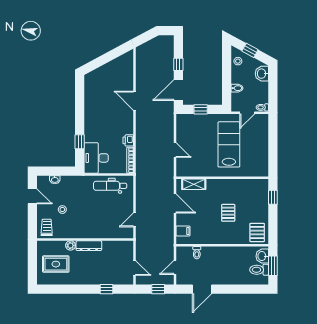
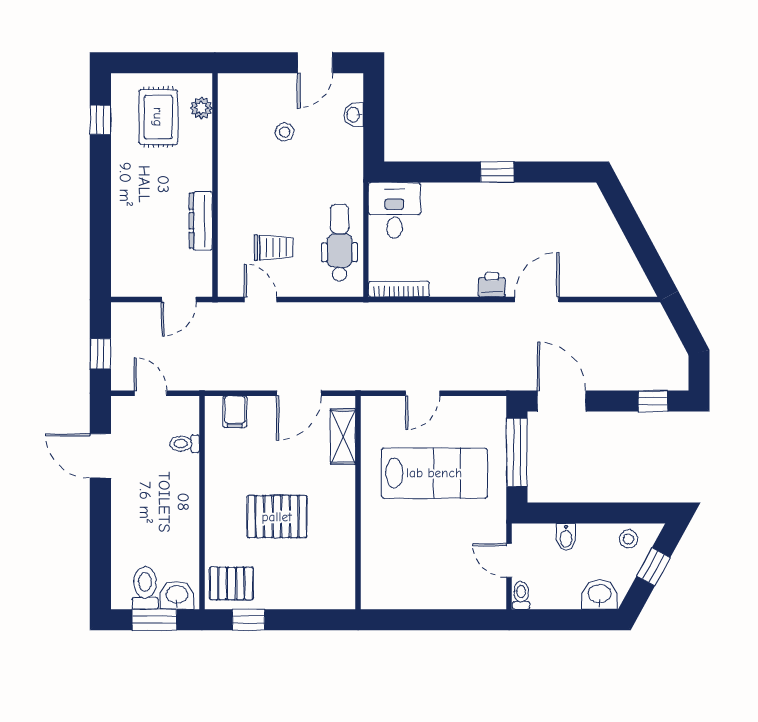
window: (178, 64) -> (653, 401), moved
window: (201, 109) -> (517, 452), width x2.17
printer: (128, 140) -> (492, 285), moved
window: (80, 142) -> (497, 172), moved
lab bench: (229, 144) -> (434, 473), moved
desk: (96, 158) -> (394, 210), width x0.73
window: (273, 197) -> (249, 620), moved
pallet: (228, 213) -> (277, 517), width x1.50, depth x1.42
trolley: (47, 227) -> (274, 248), moved
plant: (71, 245) -> (201, 108), moved
dresser: (89, 246) -> (201, 221), moved
door: (135, 268) -> (179, 300), moved
window: (107, 289) -> (100, 120), moved

